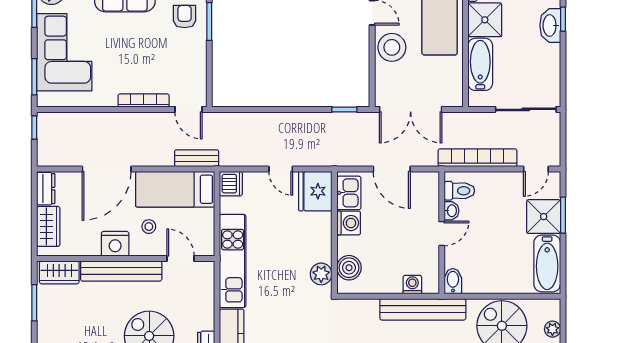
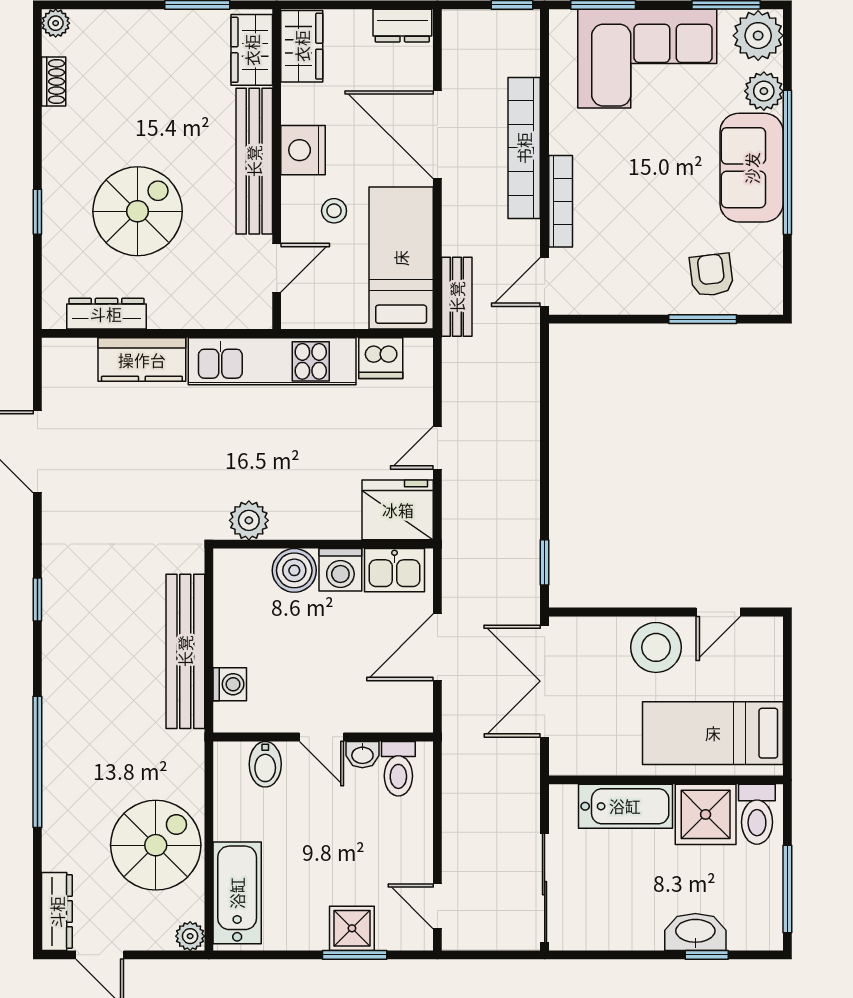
armchair: (185, 17) -> (711, 275), turned -97
bookcase: (478, 158) -> (524, 148), moved, turned 180
dishwasher: (231, 184) -> (381, 358), moved
shower: (544, 217) -> (352, 928), width x0.73, depth x0.73
wardrobe: (48, 226) -> (302, 46), moved, turned -90
bathtub: (547, 263) -> (237, 893), moved, turned 90
boiler: (349, 268) -> (294, 570), moved
bidet: (453, 281) -> (265, 764), moved, turned 90
bench: (423, 309) -> (185, 651), moved
plant: (552, 329) -> (190, 936), moved

